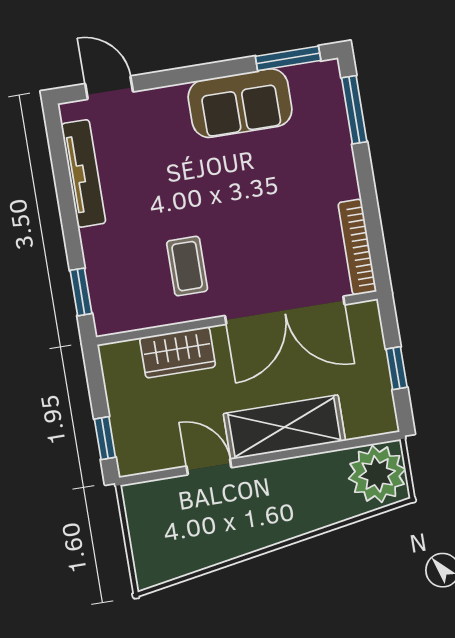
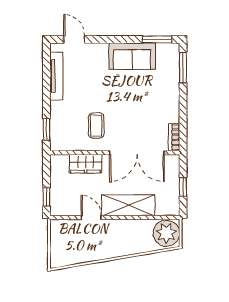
bookcase: (357, 247) -> (174, 137), width x0.64

